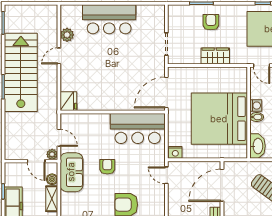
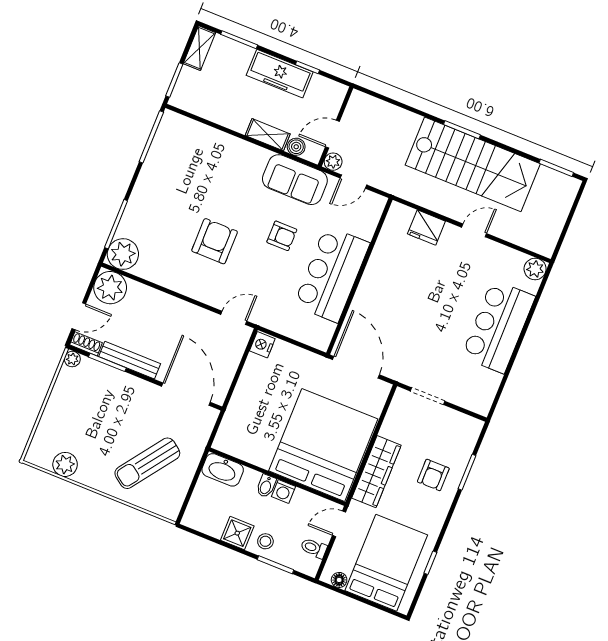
armchair: (211, 22) -> (433, 475), turned 90
plant: (67, 35) -> (535, 269), moved
door: (59, 56) -> (474, 230), hinge flipped
wardrobe: (215, 56) -> (376, 472), width x1.50
fridge: (68, 101) -> (426, 228), moved
bed: (219, 119) -> (323, 445), moved
bar counter: (138, 129) -> (332, 274), moved

